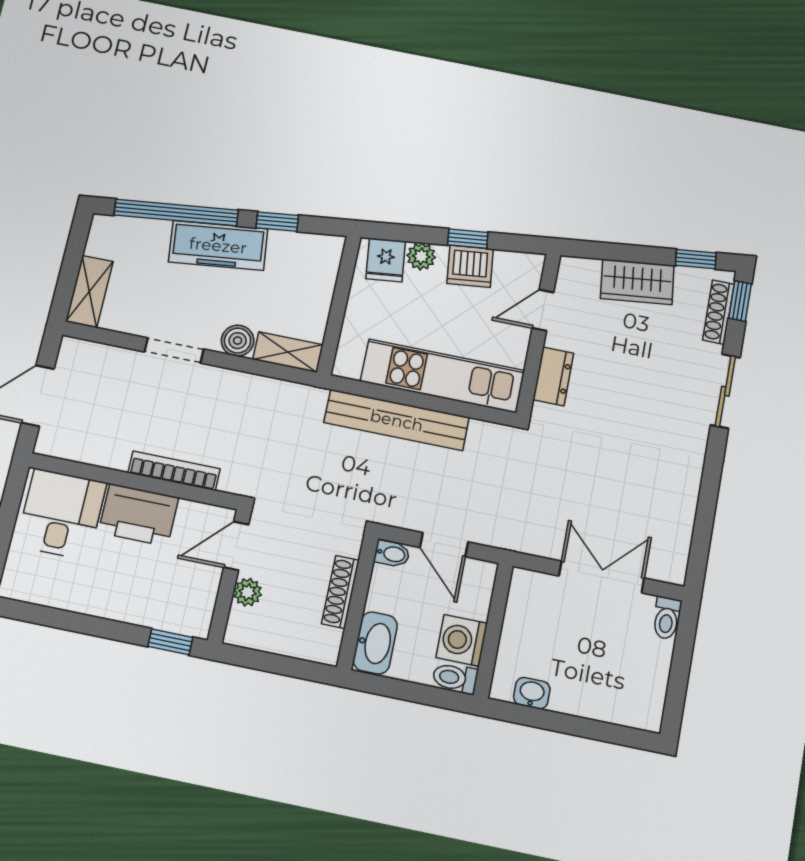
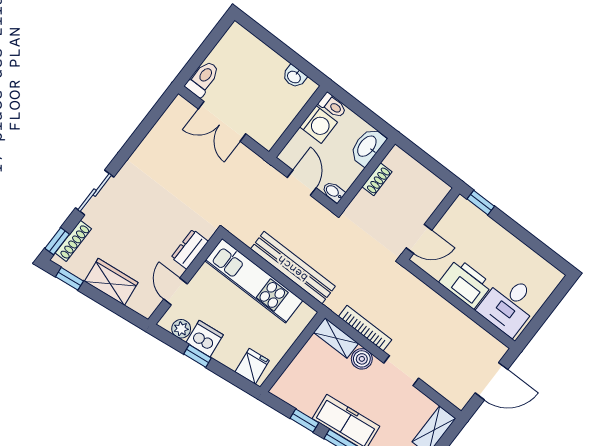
plant: (421, 256) -> (181, 329), moved
door: (543, 310) -> (175, 292), swing flipped
bookcase: (174, 471) -> (365, 328), moved, turned 180
plant: (248, 592) -> (425, 210), removed
shoe rack: (340, 592) -> (377, 179), width x0.70
toilet: (667, 618) -> (203, 79), width x1.37, depth x1.39

